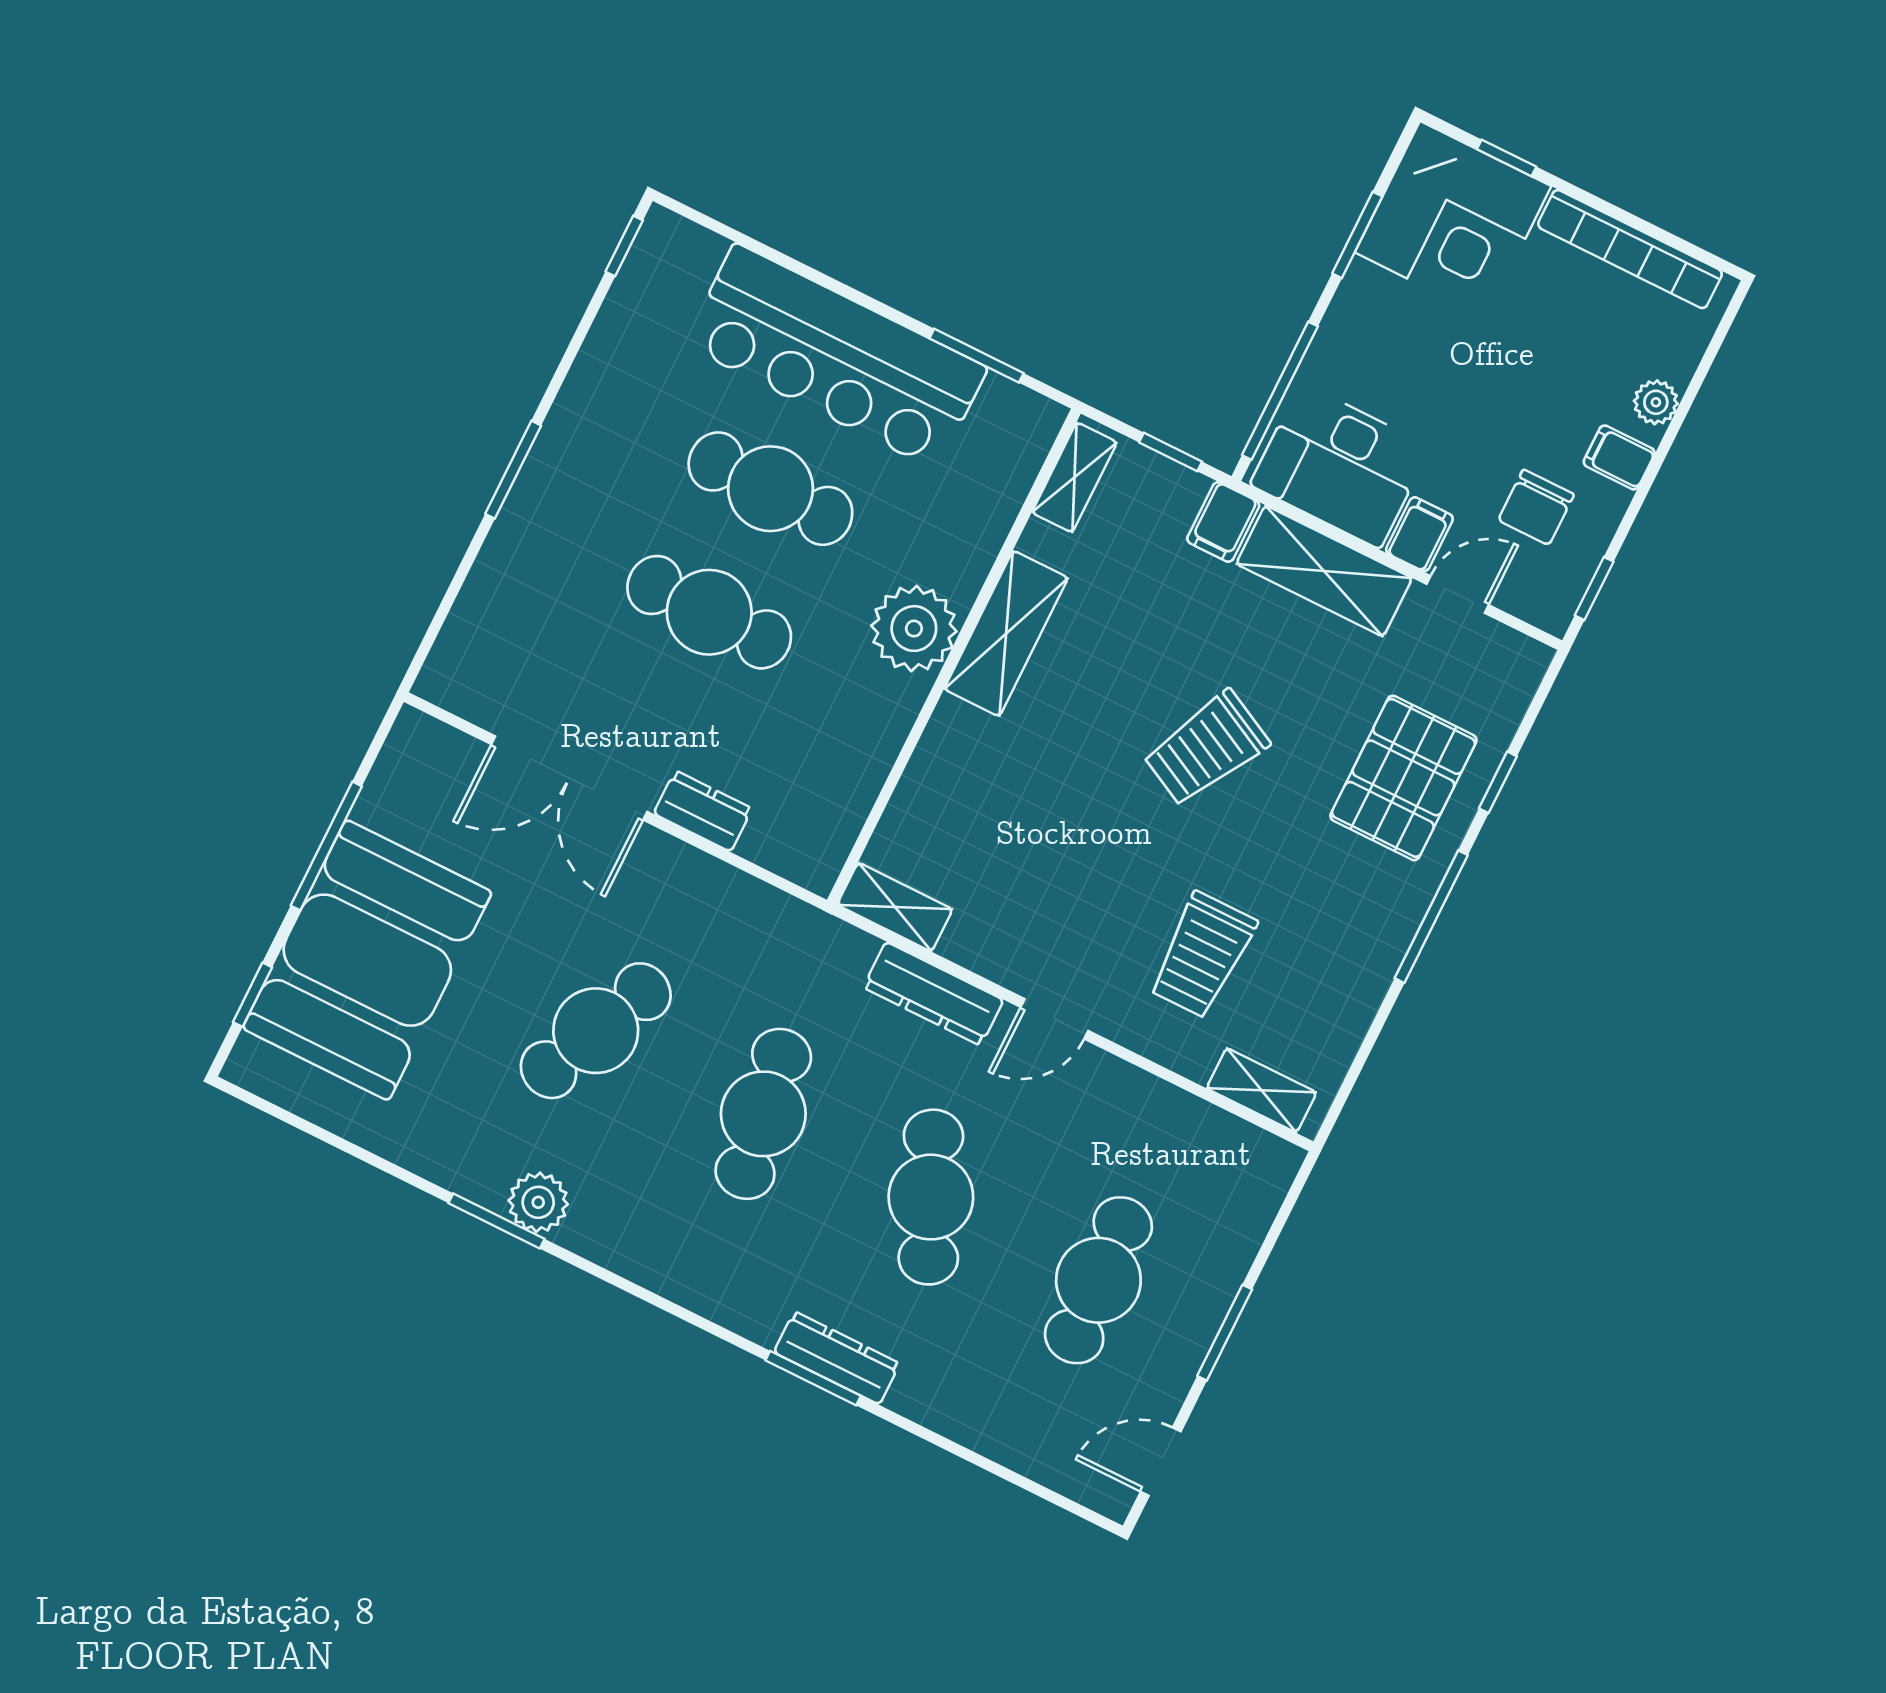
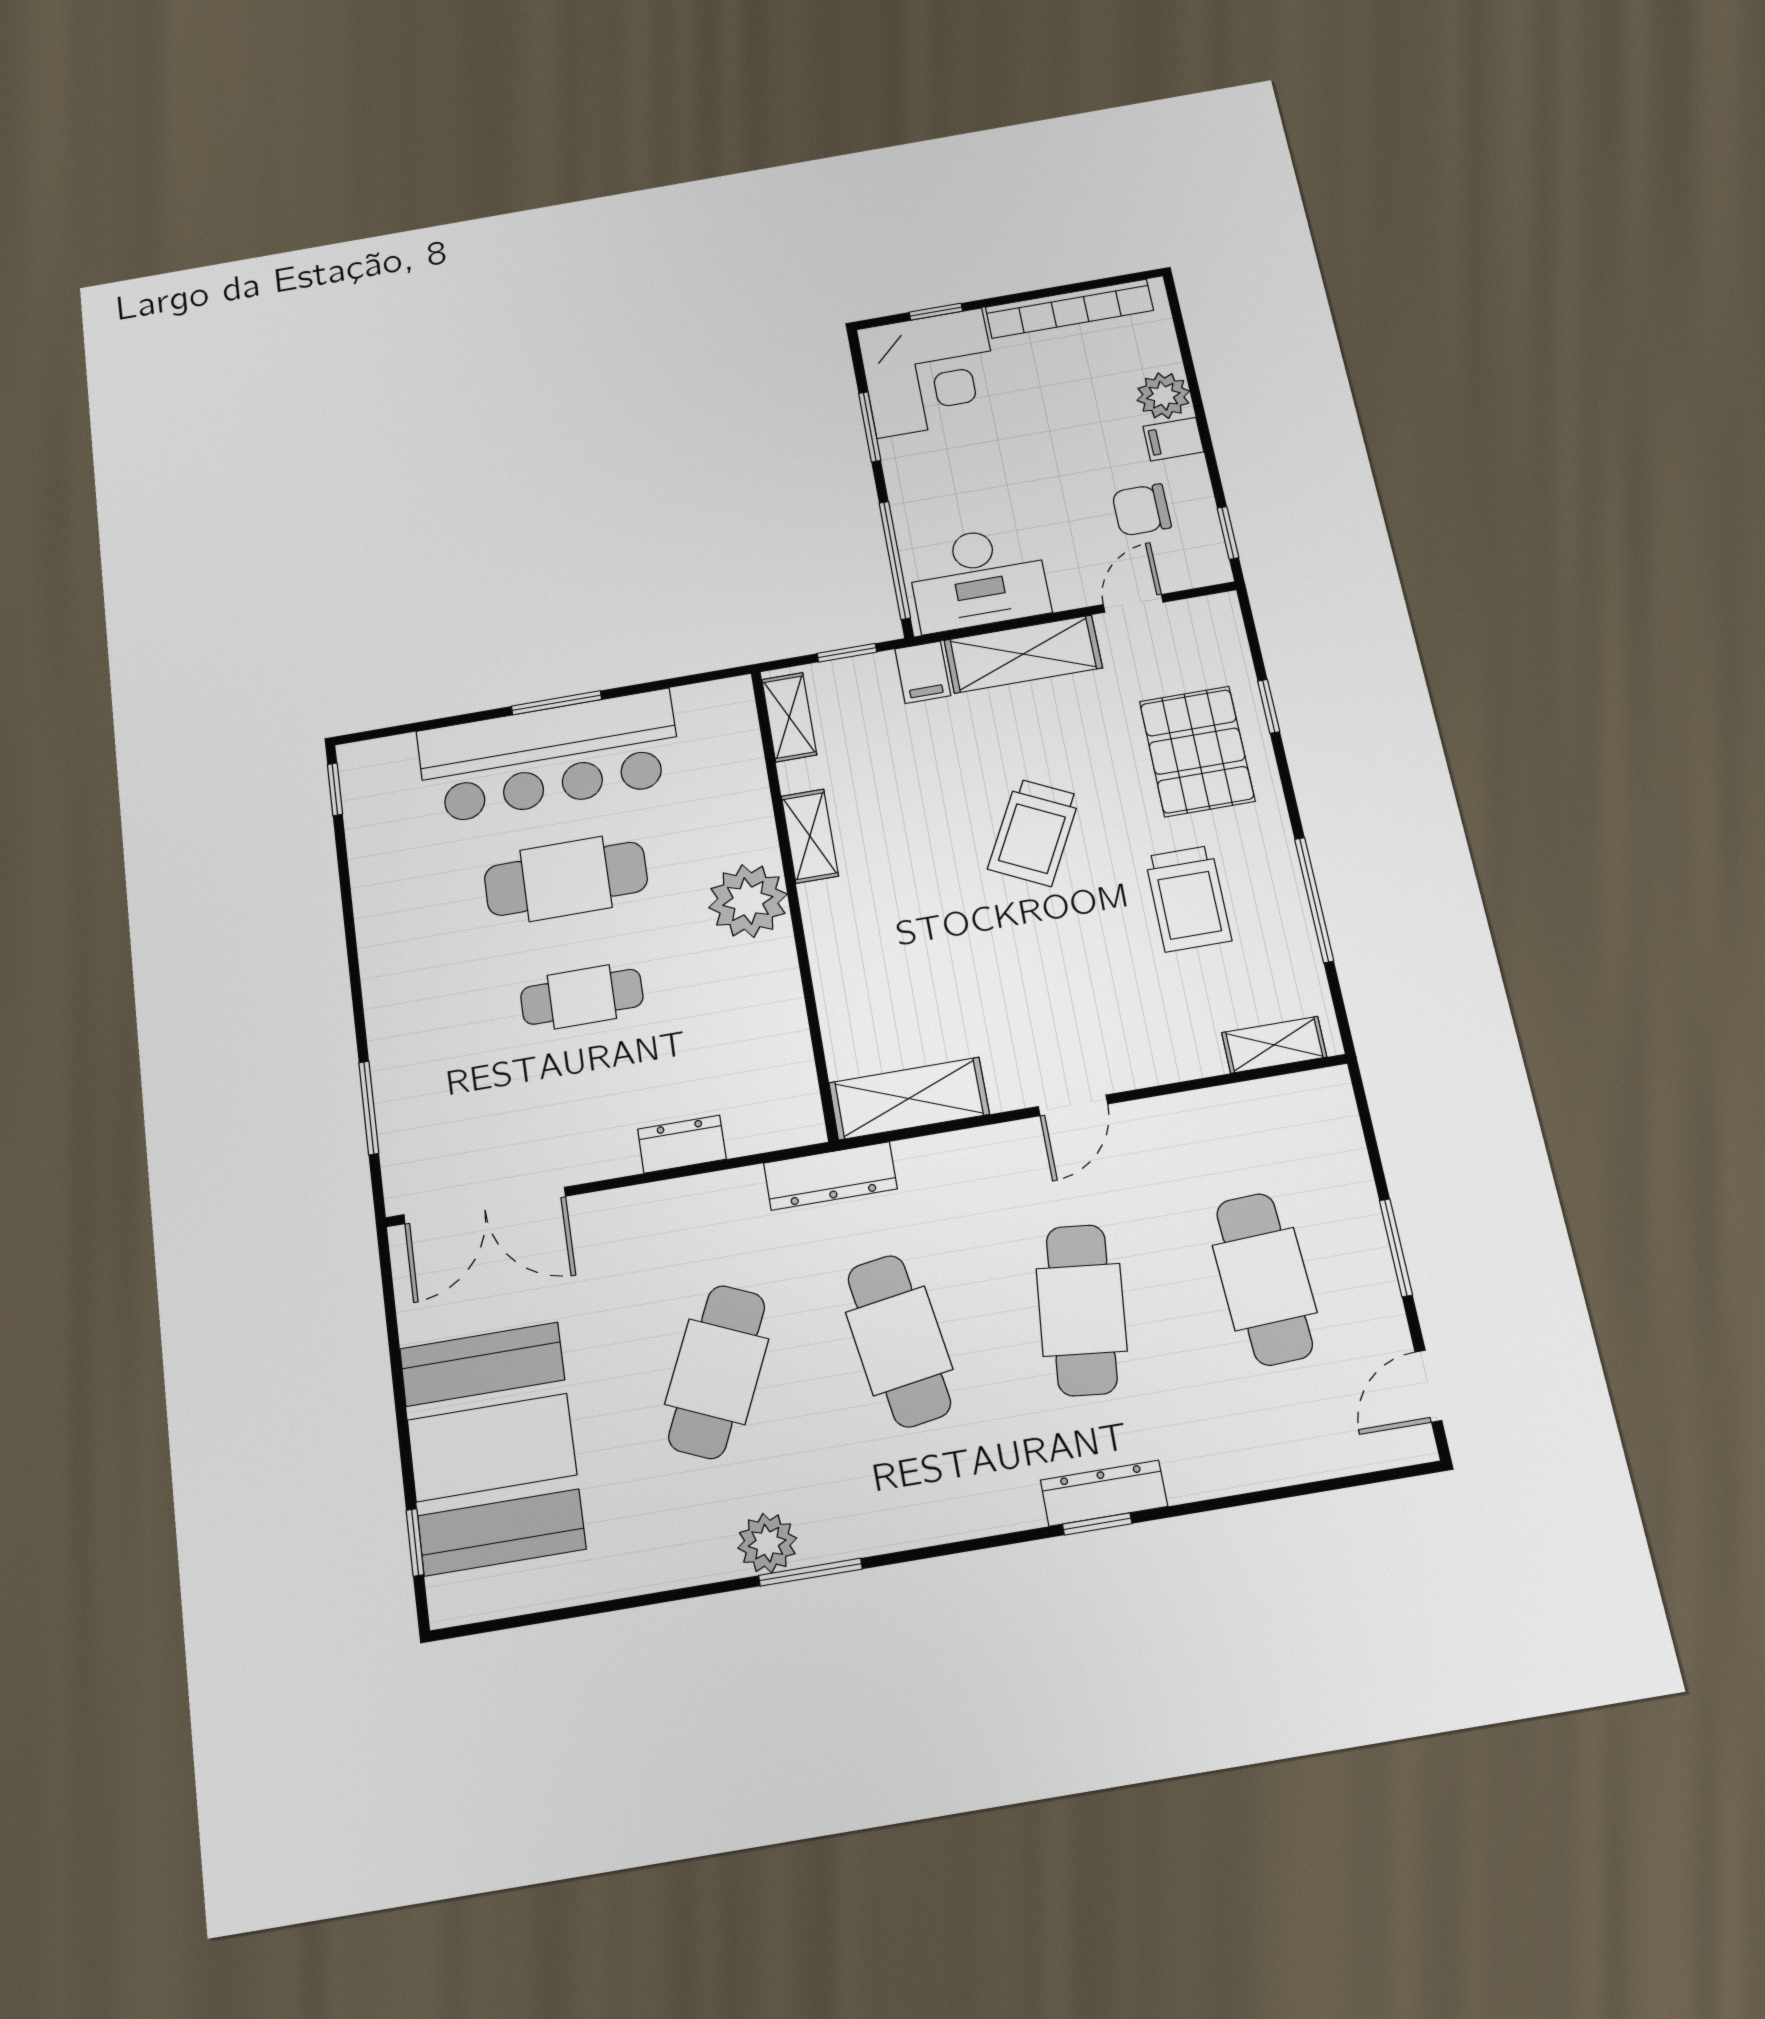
window: (977, 356) -> (556, 703), moved
plant: (1656, 402) -> (1163, 396), width x1.38, depth x1.38
window: (513, 470) -> (369, 1108), moved
chair: (1536, 507) -> (1142, 510), turned 90
filing cabinet: (1419, 534) -> (1072, 583), removed
cafe table: (709, 612) -> (582, 997), width x0.73, depth x0.74
shelving: (1006, 633) -> (810, 836), width x0.67, depth x0.75
double door: (569, 778) -> (485, 1205), moved
window: (326, 846) -> (398, 1381), removed
shelving: (895, 907) -> (909, 1099), width x1.50, depth x1.33
window: (1431, 917) -> (1314, 900), moved
trolley: (1202, 955) -> (1188, 899), moved
dresser: (933, 994) -> (830, 1176), moved
cafe table: (931, 1197) -> (1082, 1310), turned 30
window: (497, 1221) -> (810, 1572), moved
window: (813, 1378) -> (1097, 1524), width x0.67

